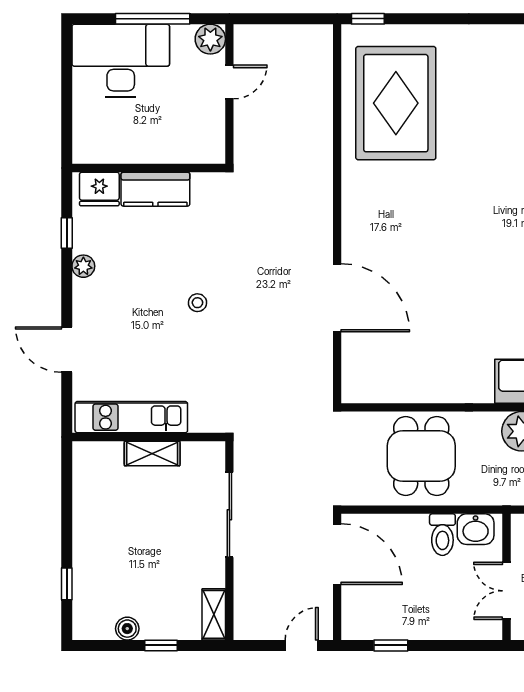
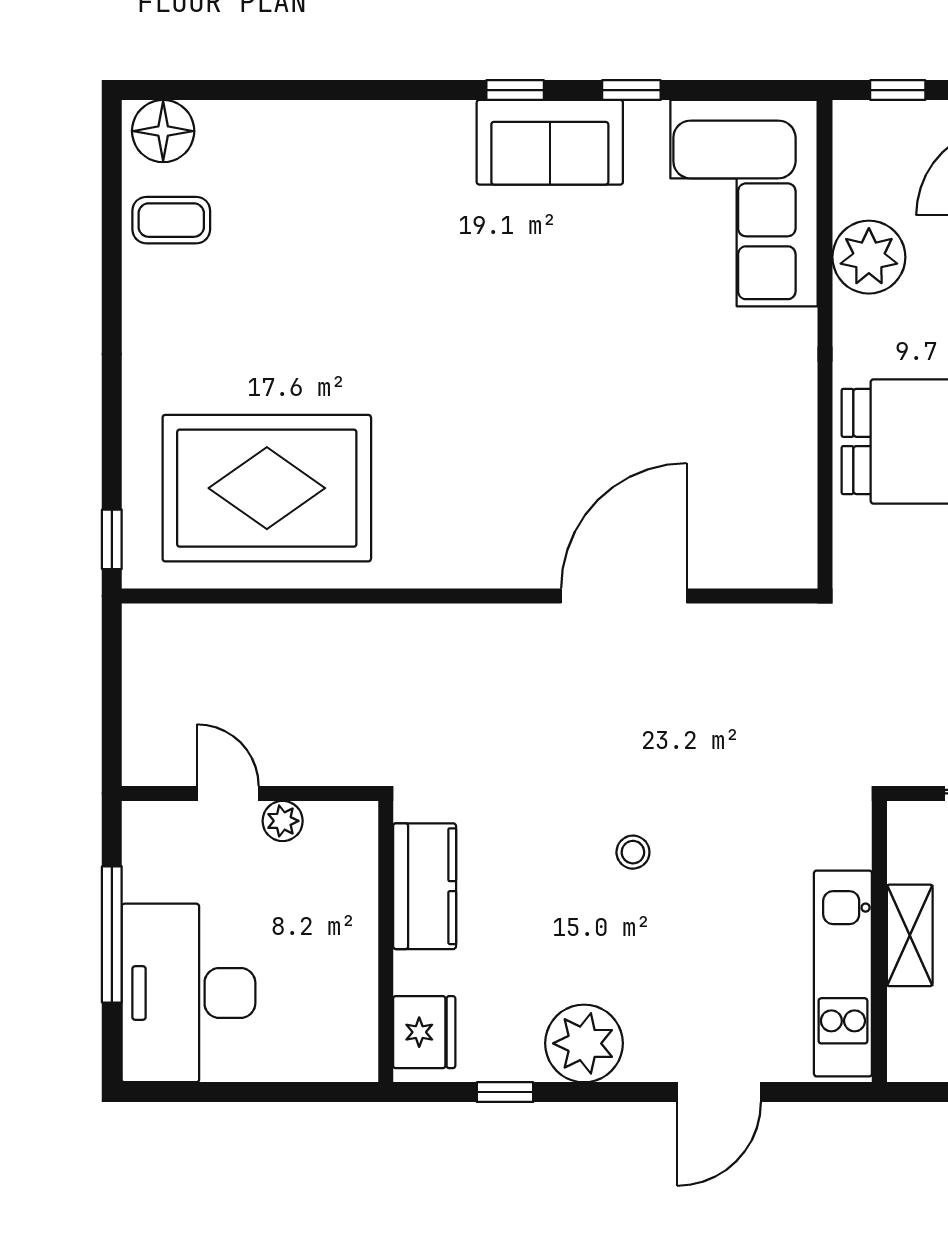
plant: (210, 39) -> (283, 821), moved, width x0.73, depth x0.73
kitchen counter: (155, 189) -> (425, 886), moved
plant: (83, 266) -> (584, 1043), width x1.87, depth x1.87

